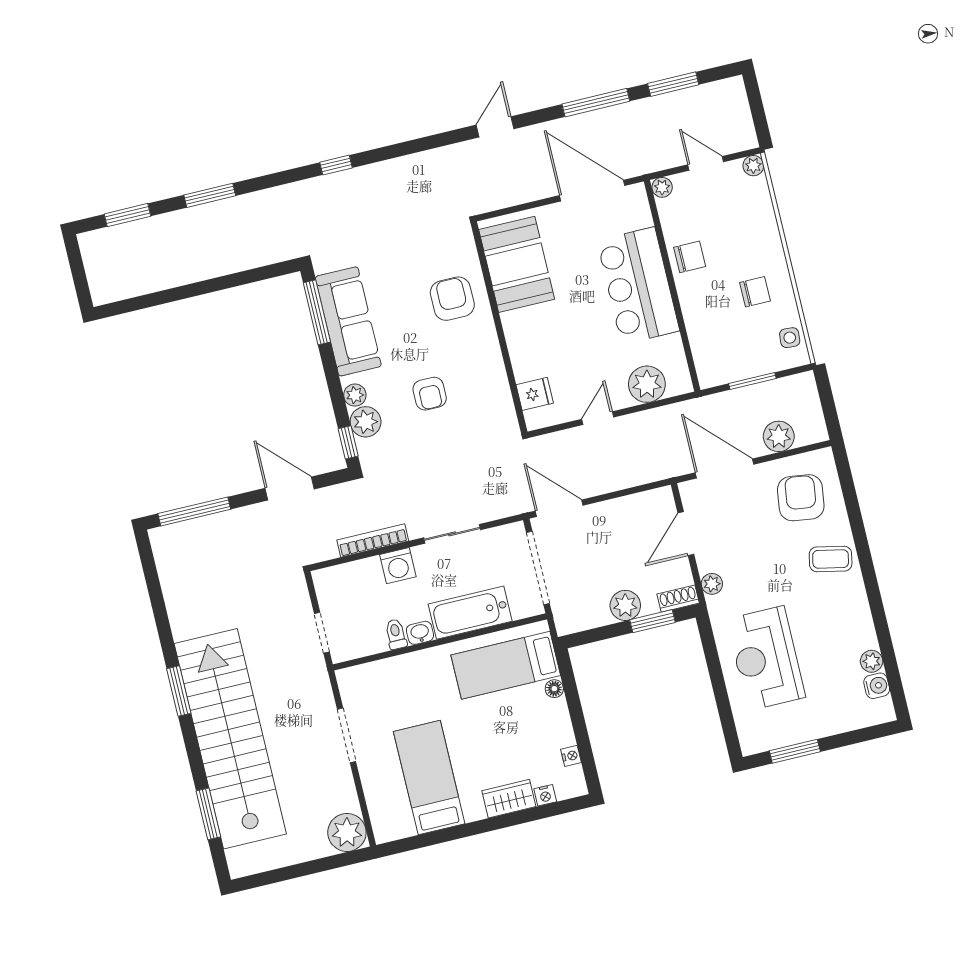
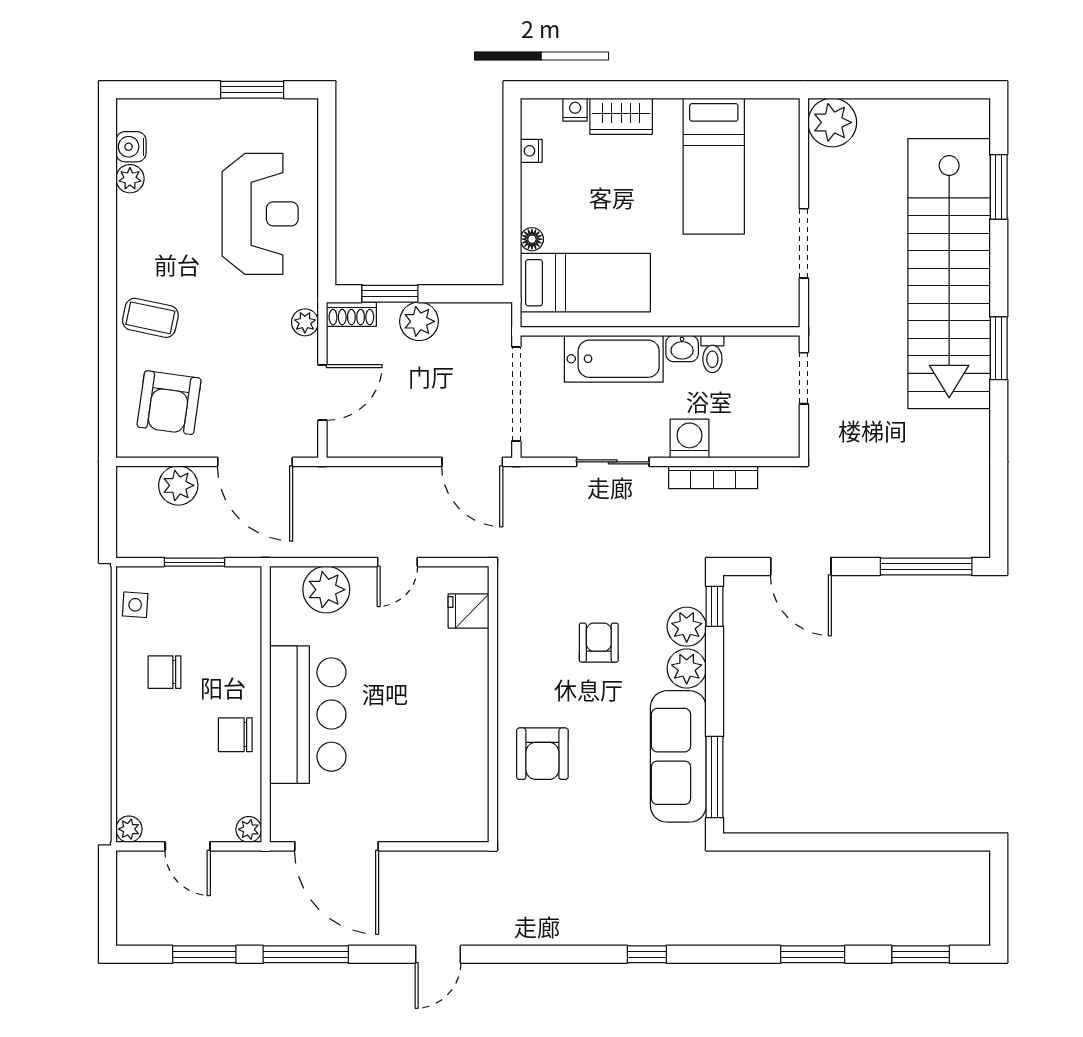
booth: (517, 264) -> (452, 777), removed
plant: (355, 395) -> (687, 668), width x1.38, depth x1.38

